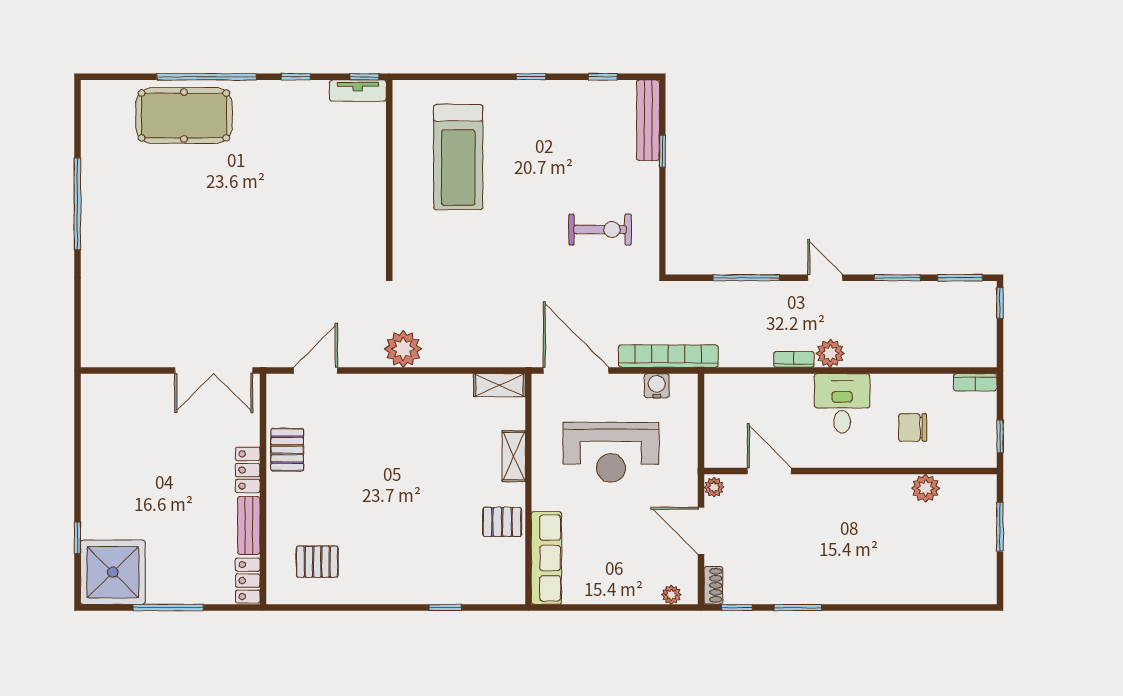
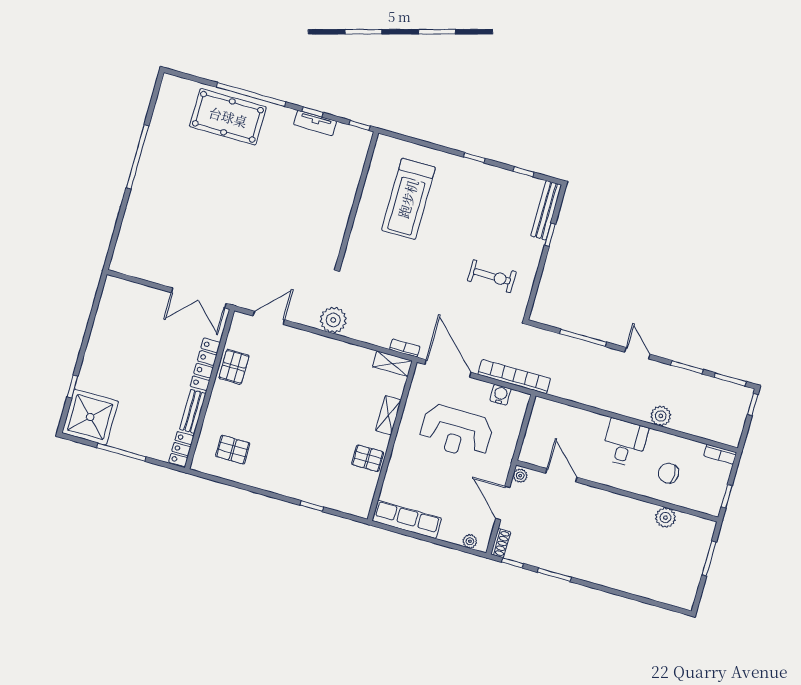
tv unit: (358, 91) -> (315, 123), moved
plant: (830, 353) -> (661, 416), moved
bookcase: (794, 359) -> (405, 348), moved
locker: (248, 470) -> (205, 364), width x1.53
row of seats: (547, 558) -> (407, 519), moved, turned -90

